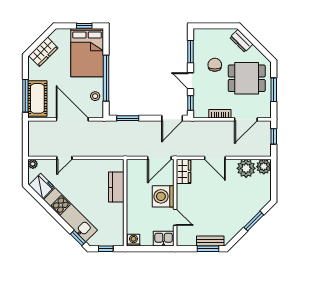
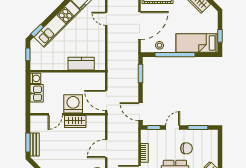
bed: (87, 53) -> (197, 43), width x0.67
wardrobe: (184, 171) -> (75, 122), moved
kitchen sink: (164, 239) -> (37, 93), moved

